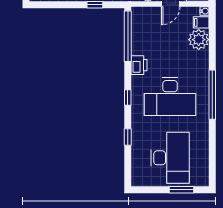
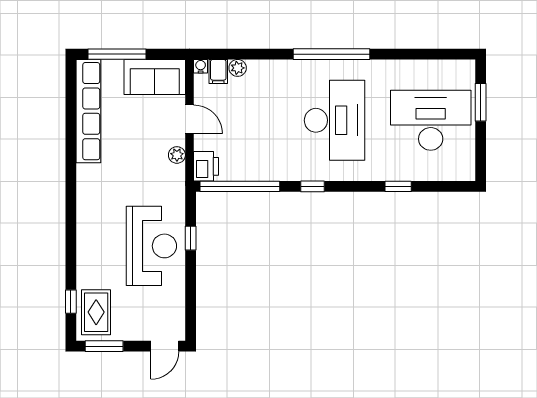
plant: (199, 40) -> (238, 68), width x0.53, depth x0.53
printer: (139, 65) -> (206, 166), moved, turned 90
window: (128, 98) -> (313, 186), moved

